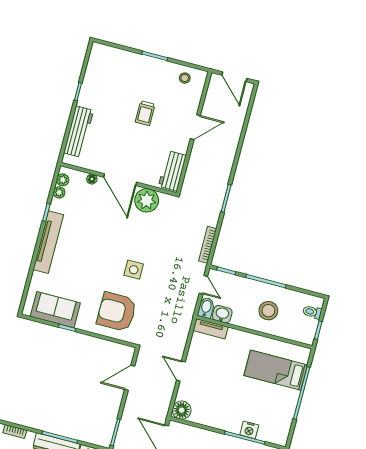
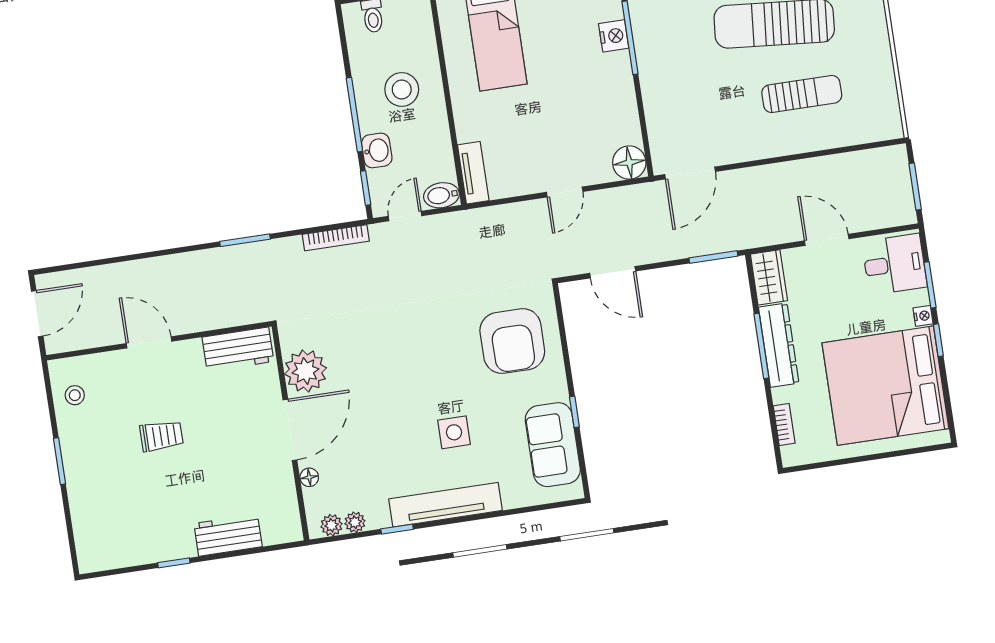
workbench: (79, 132) -> (228, 535), width x0.73
side table: (134, 270) -> (454, 432), moved
washbasin: (222, 314) -> (377, 150), moved, turned 180

